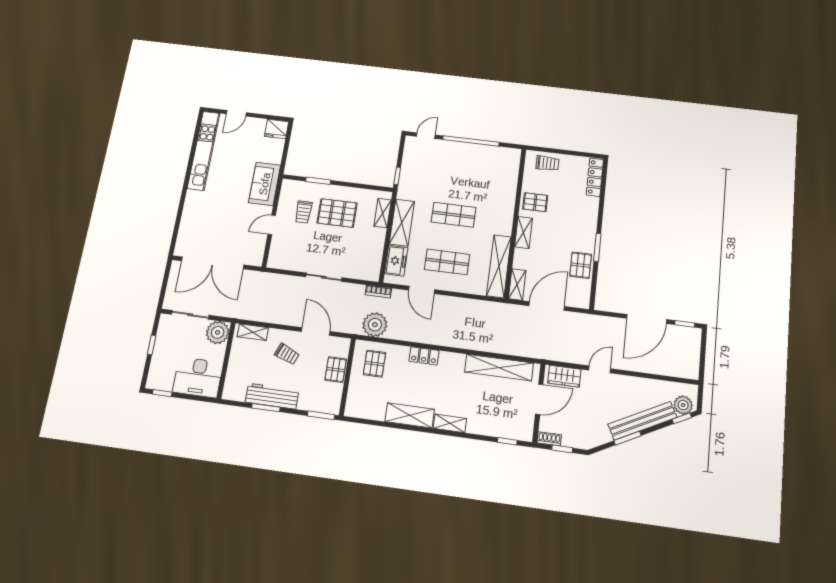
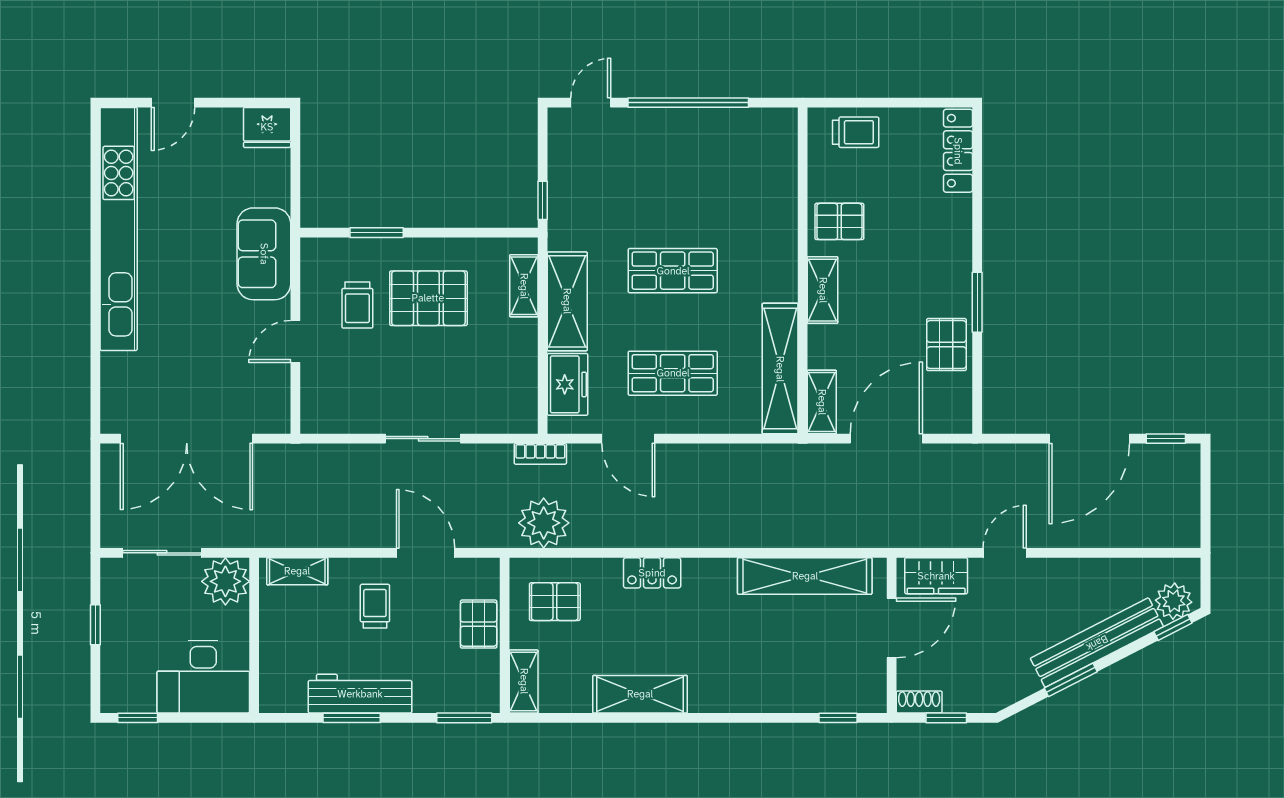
kitchen unit: (204, 151) -> (119, 229), width x1.36
trolley: (287, 354) -> (375, 606), turned -112
pallet: (374, 364) -> (555, 602), turned 90
shelving: (450, 423) -> (524, 681), moved, turned 90

